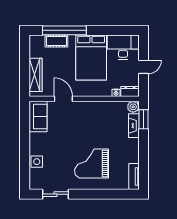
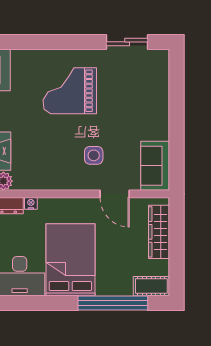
cot: (56, 41) -> (151, 286), moved
side table: (37, 162) -> (94, 155), moved
grand piano: (92, 164) -> (70, 91), turned 180

